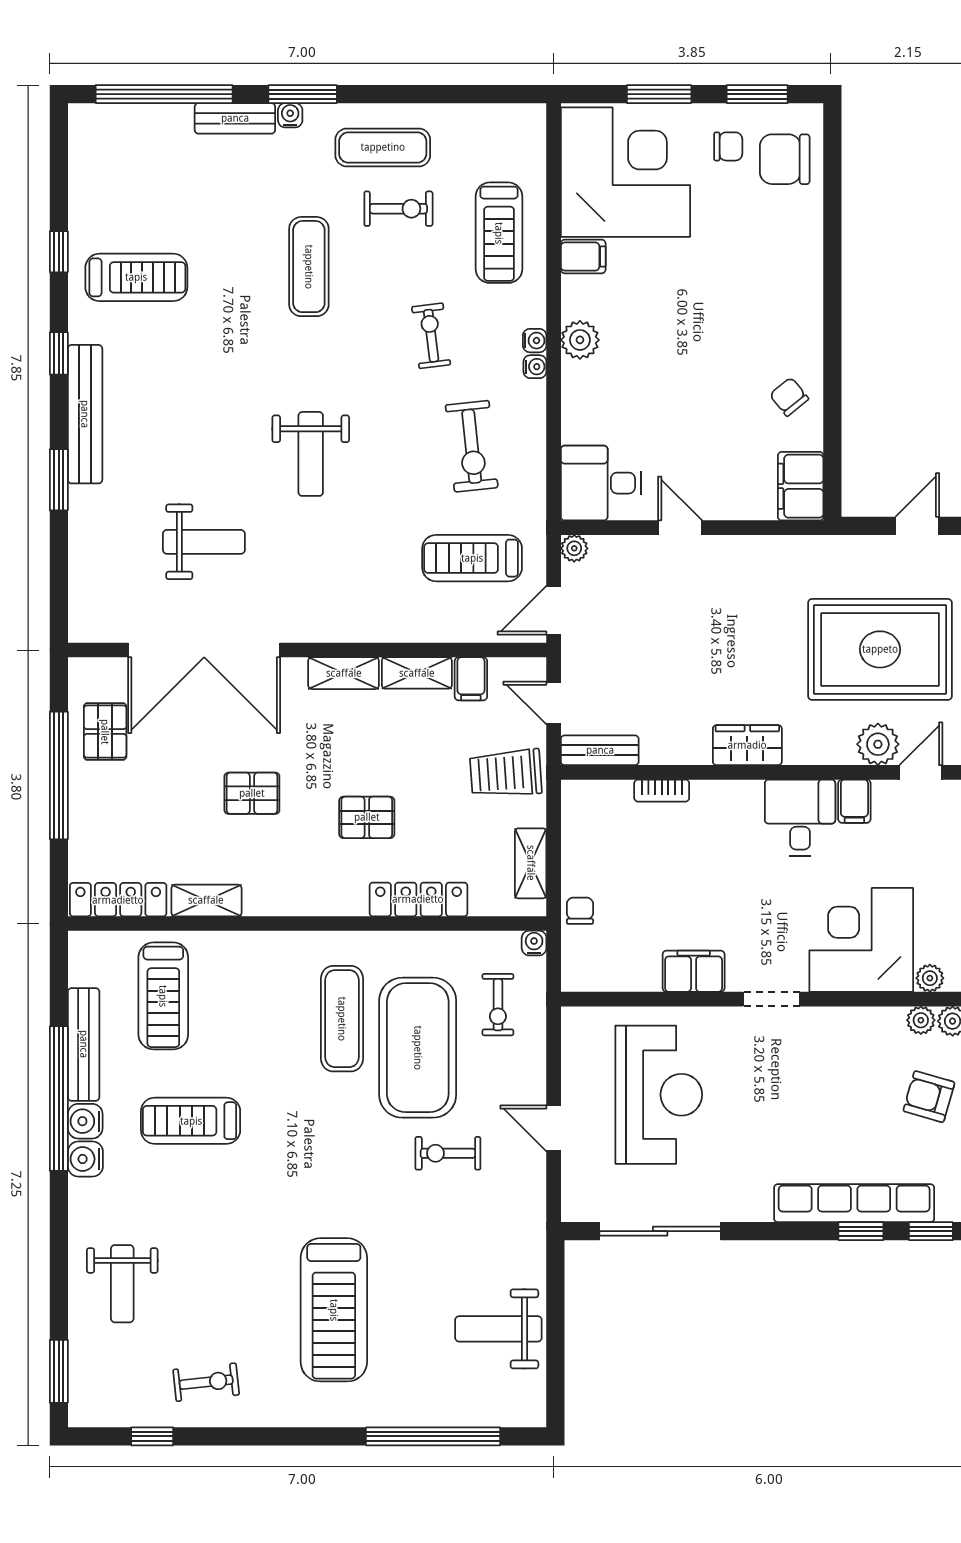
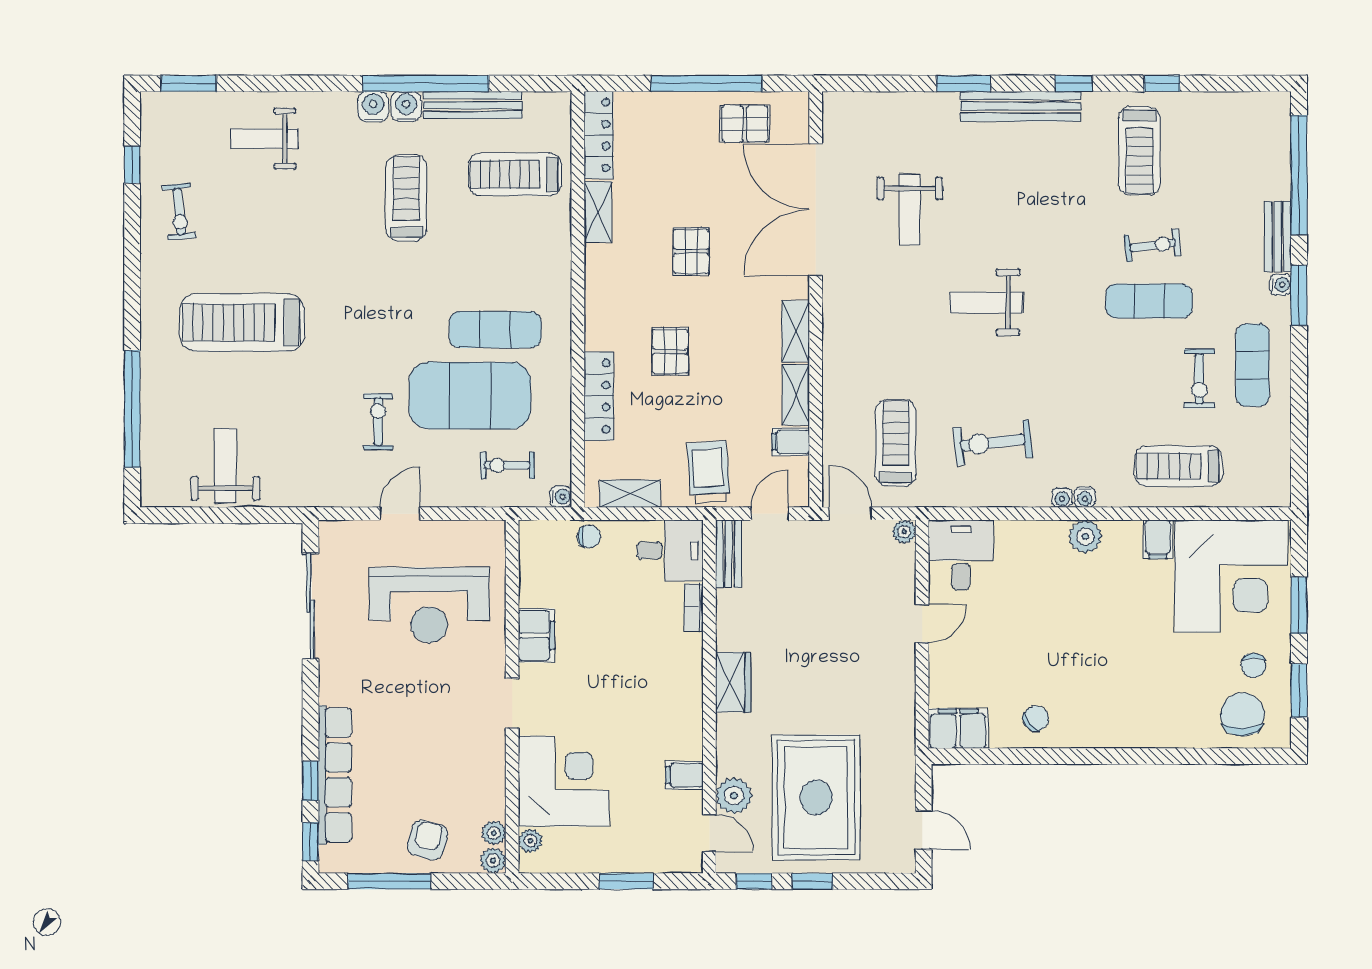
exercise bike: (431, 336) -> (1152, 245), moved
desk: (800, 818) -> (670, 551), moved

